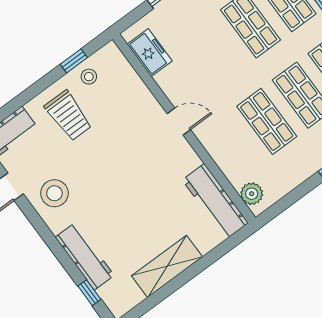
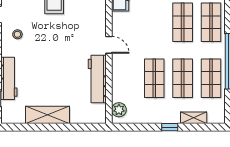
stool: (54, 193) -> (17, 34), width x0.53, depth x0.53
workbench: (215, 201) -> (97, 79), moved

